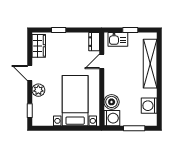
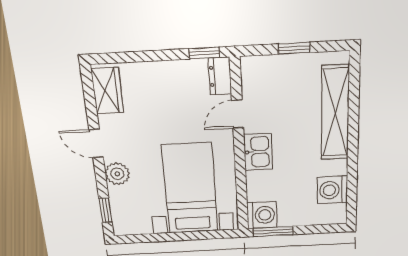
window: (59, 30) -> (204, 53), moved
kitchen sink: (118, 39) -> (258, 152), moved, turned -90
boiler: (112, 102) -> (260, 187), removed
window: (134, 128) -> (273, 231), moved

